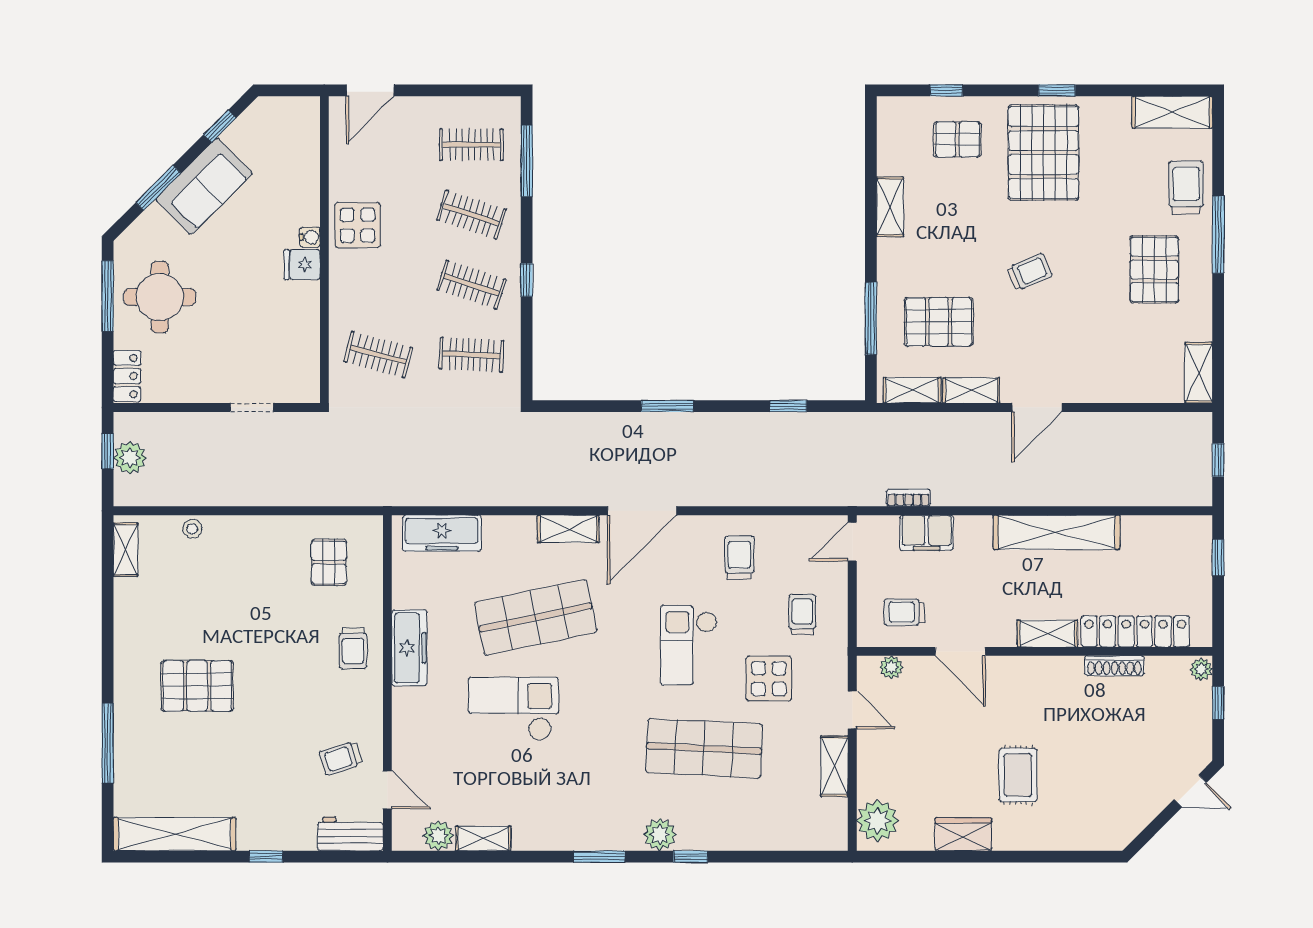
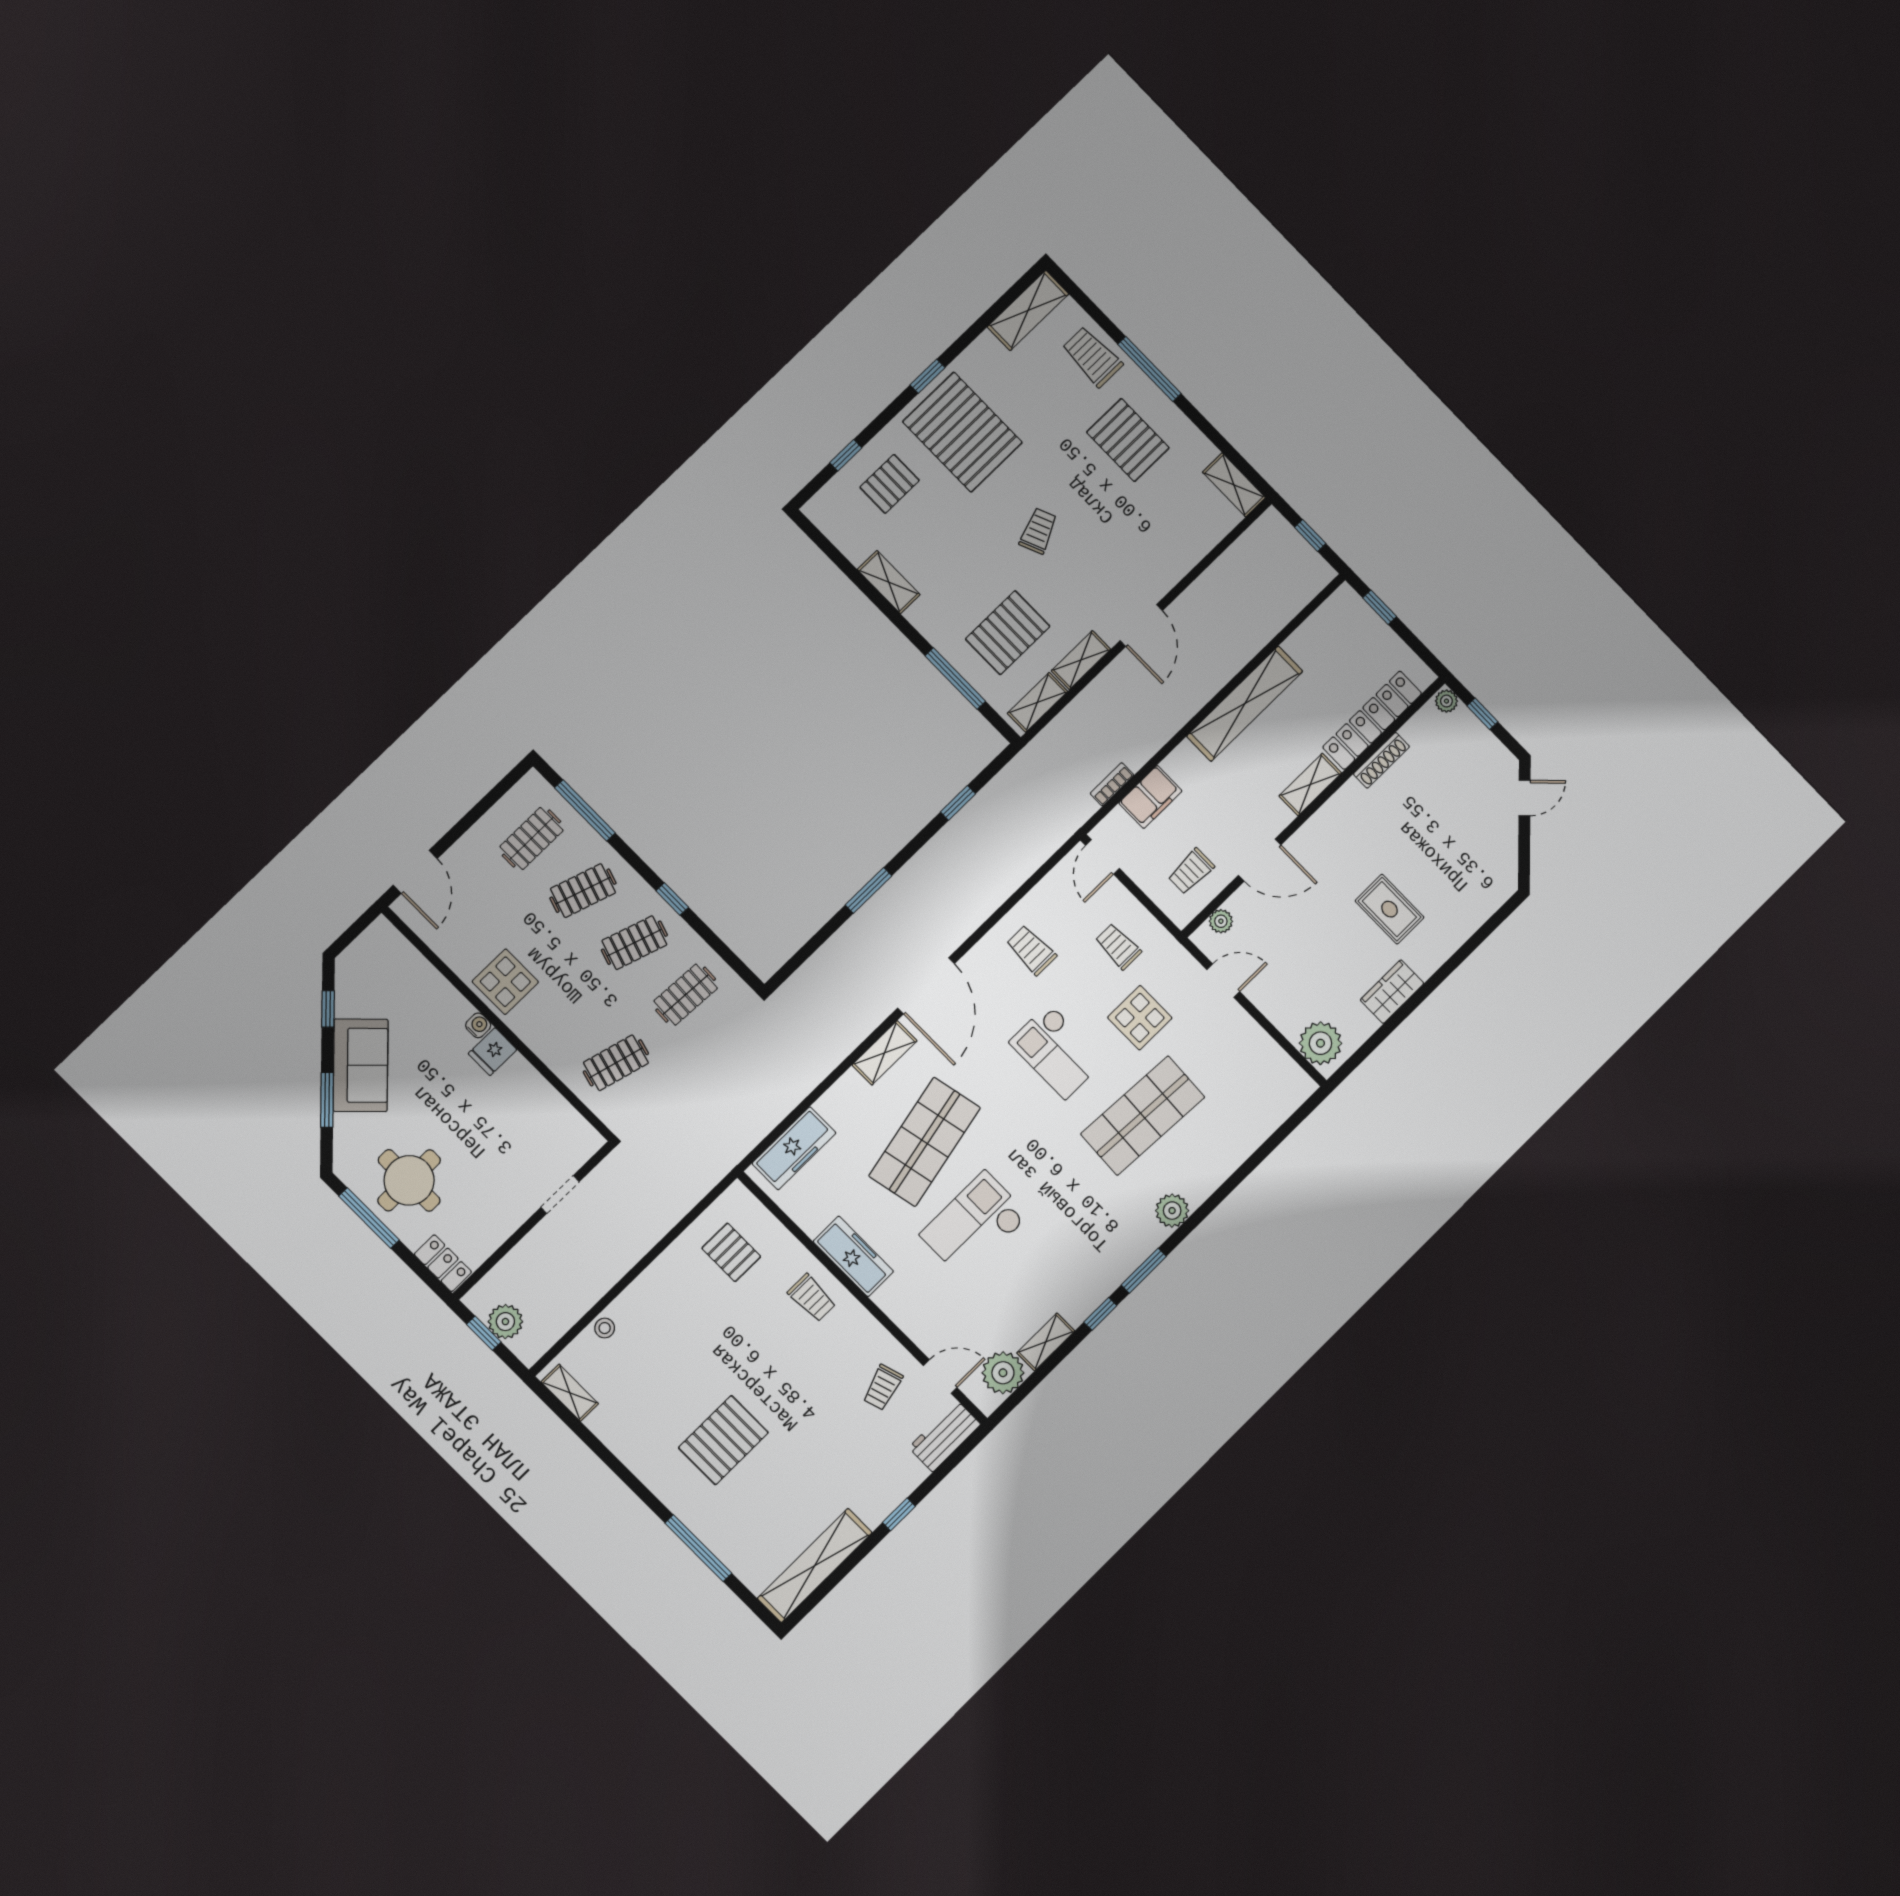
shelving: (834, 766) -> (1250, 1035), removed
plant: (438, 836) -> (1003, 1373), width x1.36, depth x1.36
window: (691, 857) -> (1100, 1314), moved

